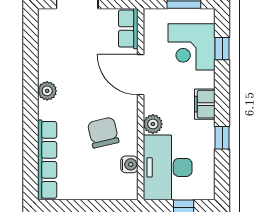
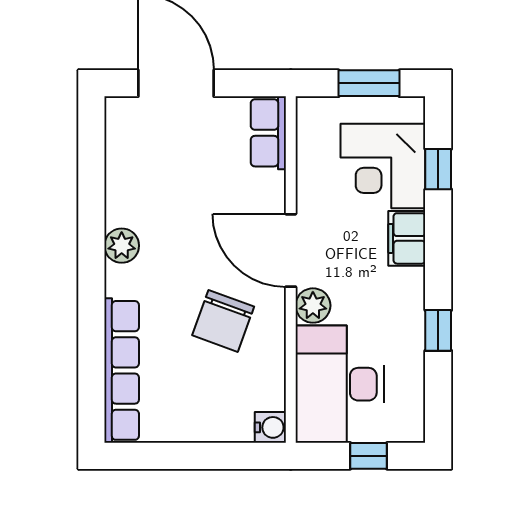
door: (141, 75) -> (291, 250), moved
filing cabinet: (205, 104) -> (407, 238), moved
chair: (103, 133) -> (223, 321), turned -147
water cooler: (129, 164) -> (270, 427), moved

